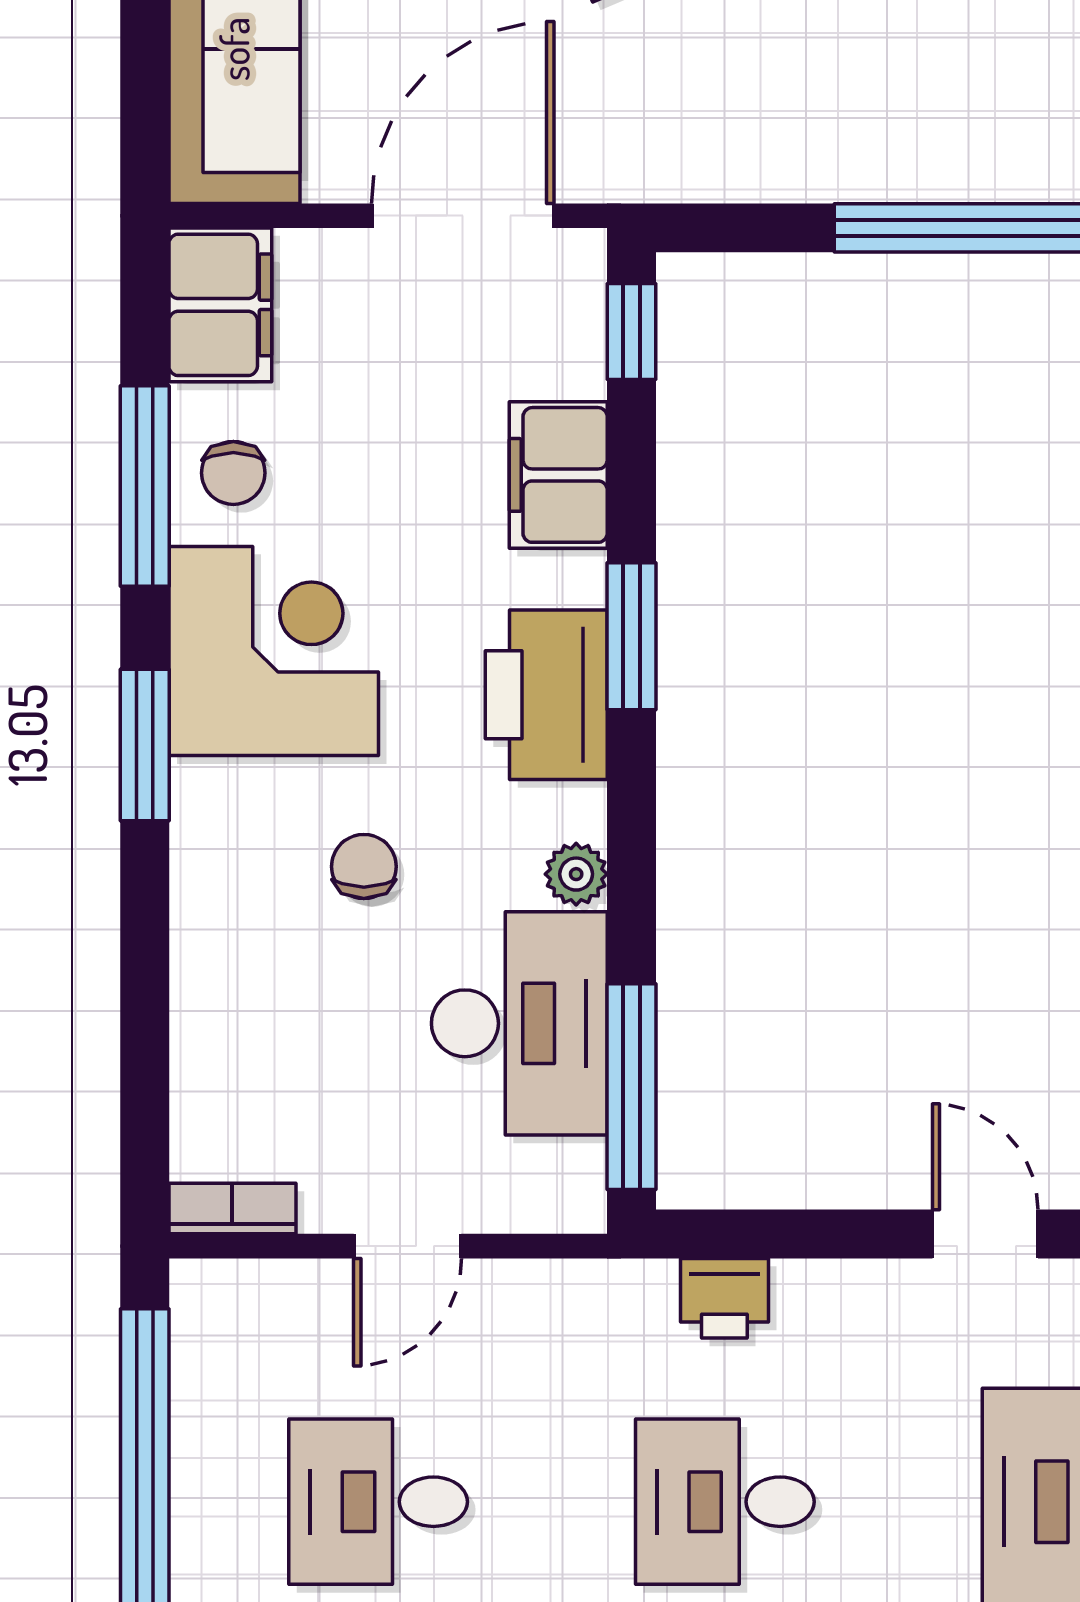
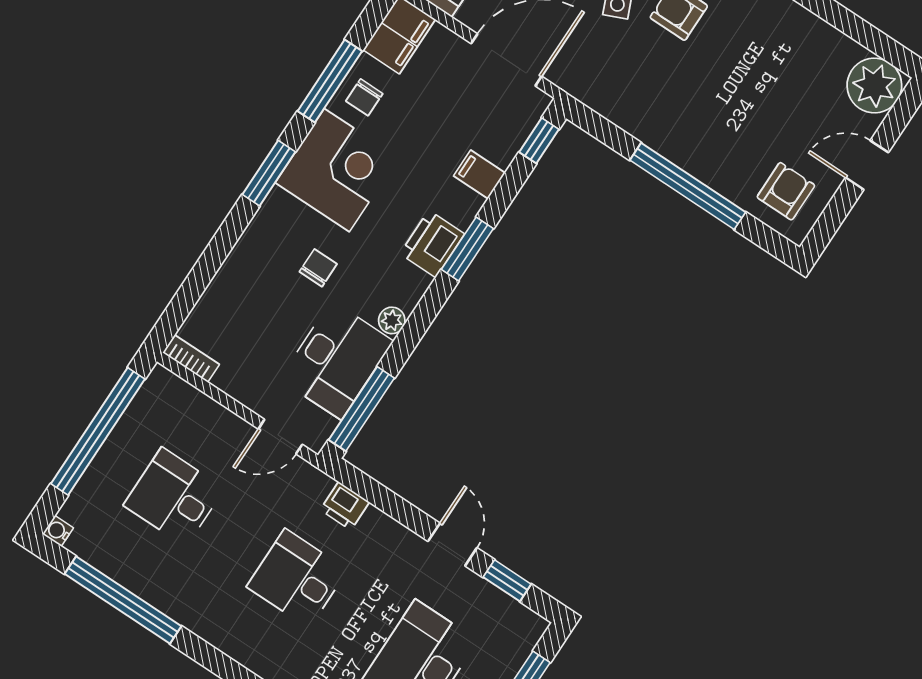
filing cabinet: (558, 475) -> (479, 174), width x0.50
printer: (546, 695) -> (432, 244), width x0.73, depth x0.84
door: (407, 1246) -> (280, 437), moved

